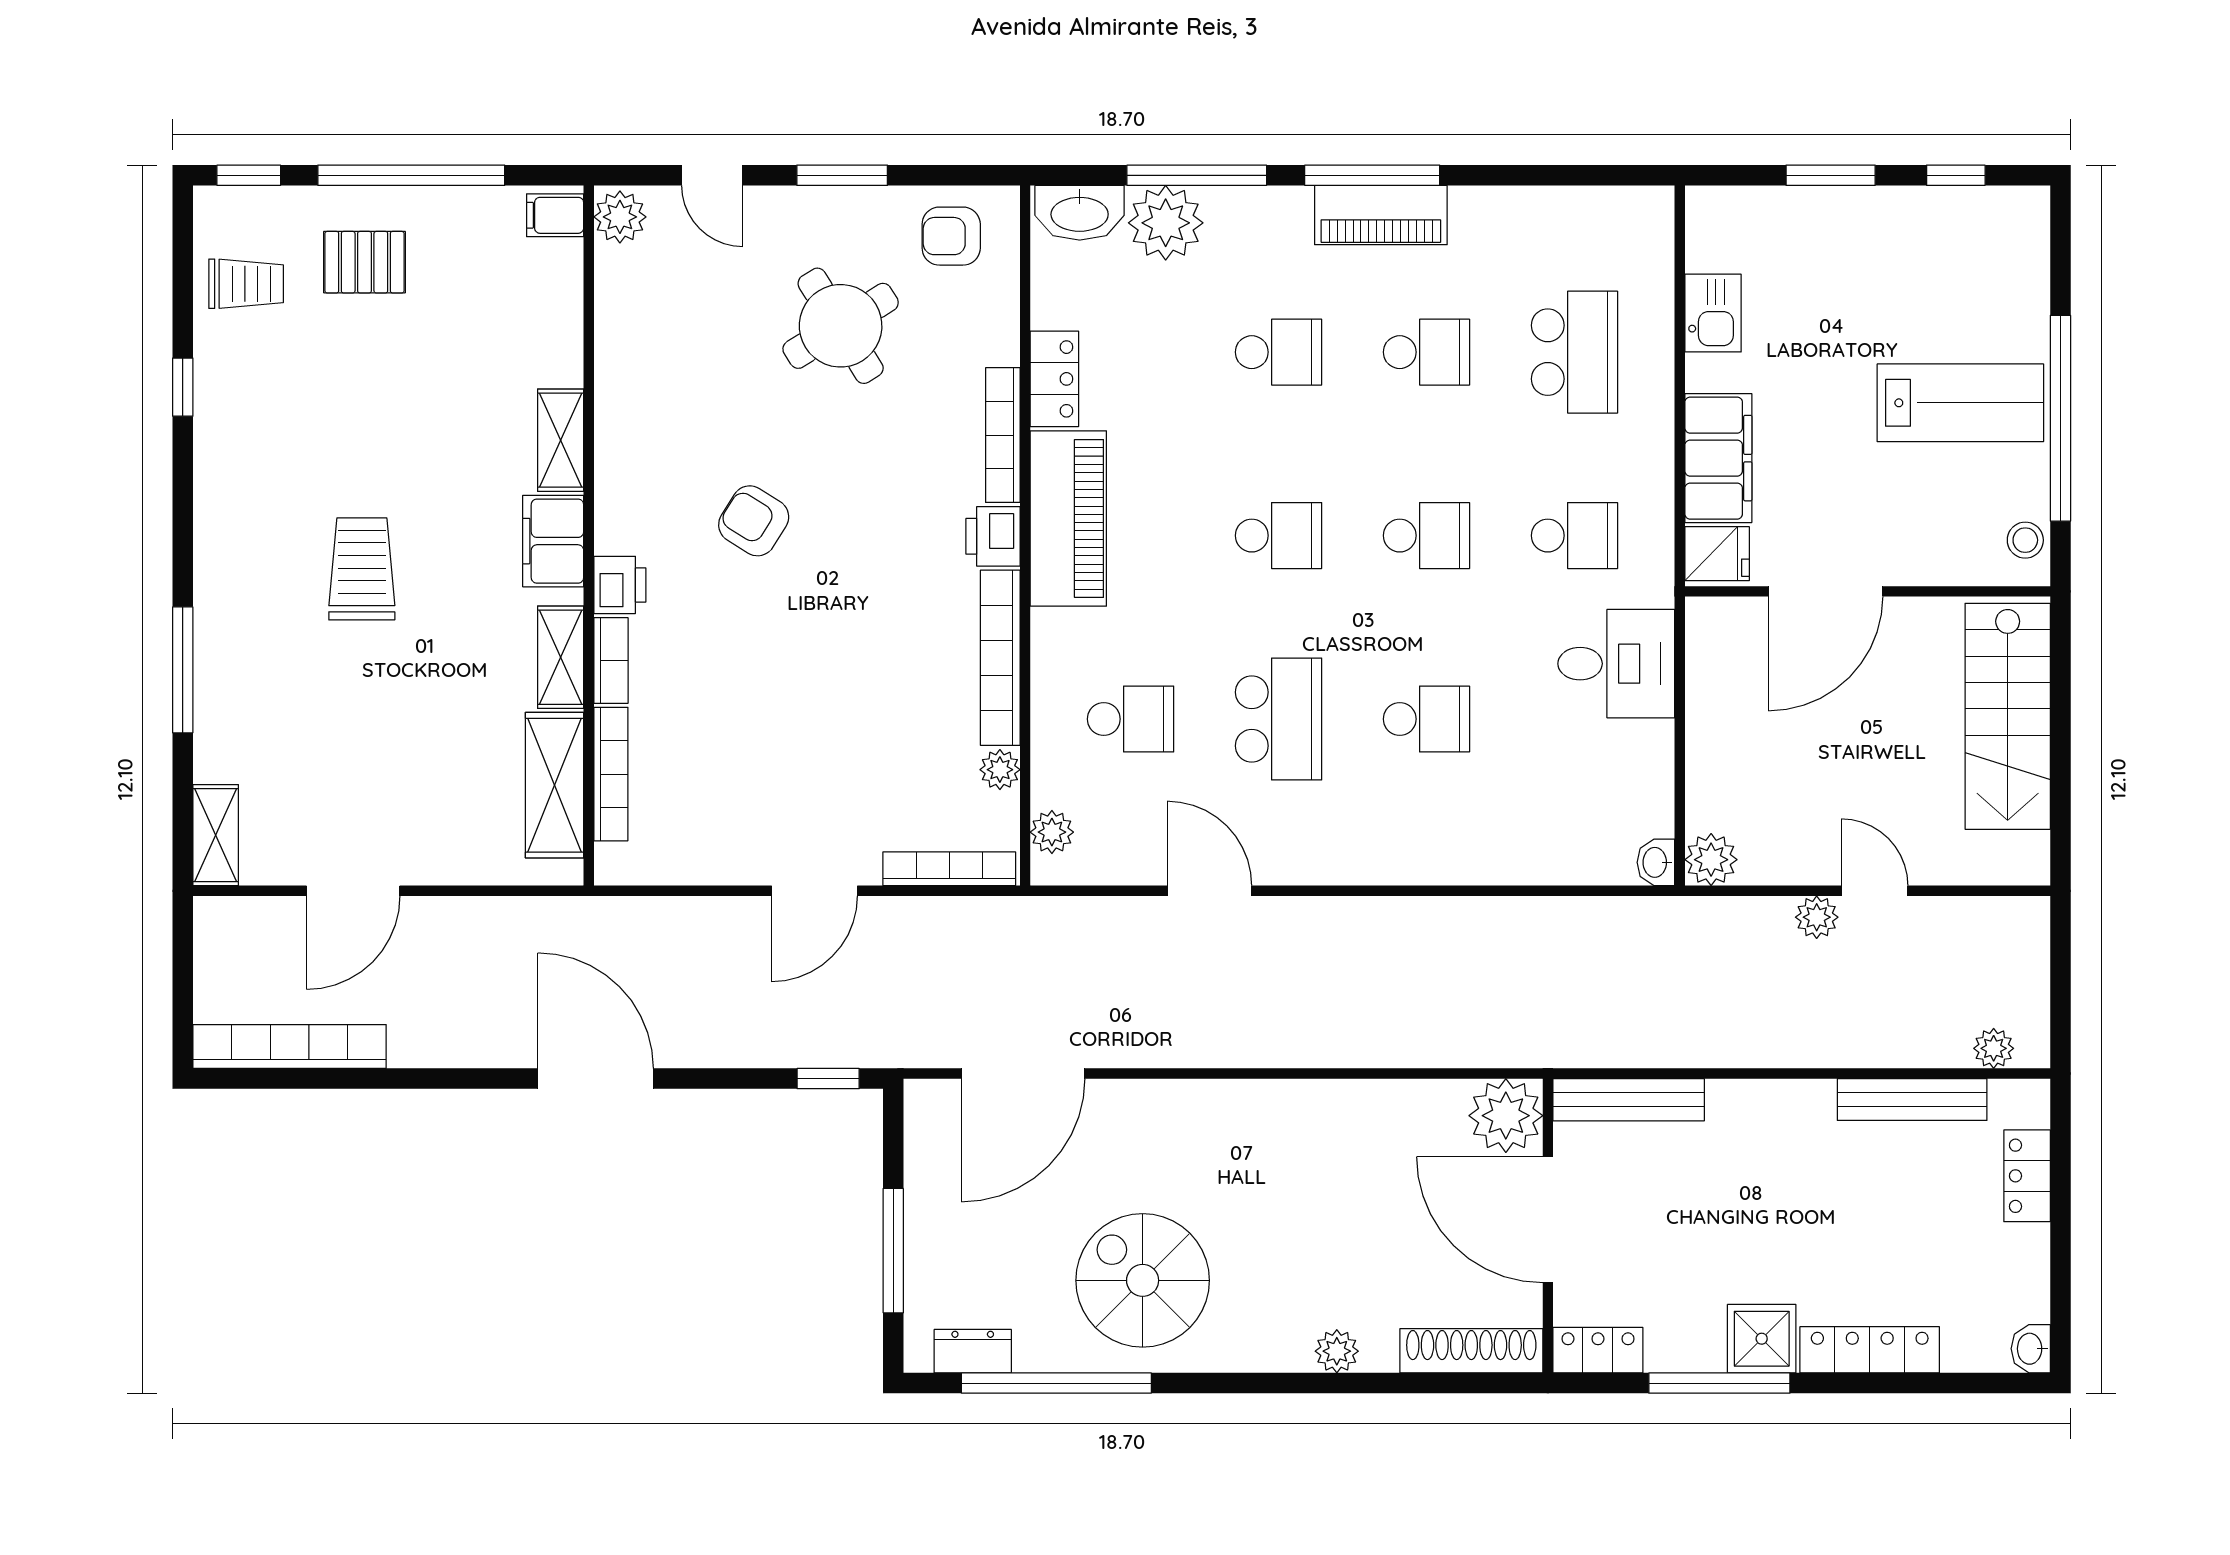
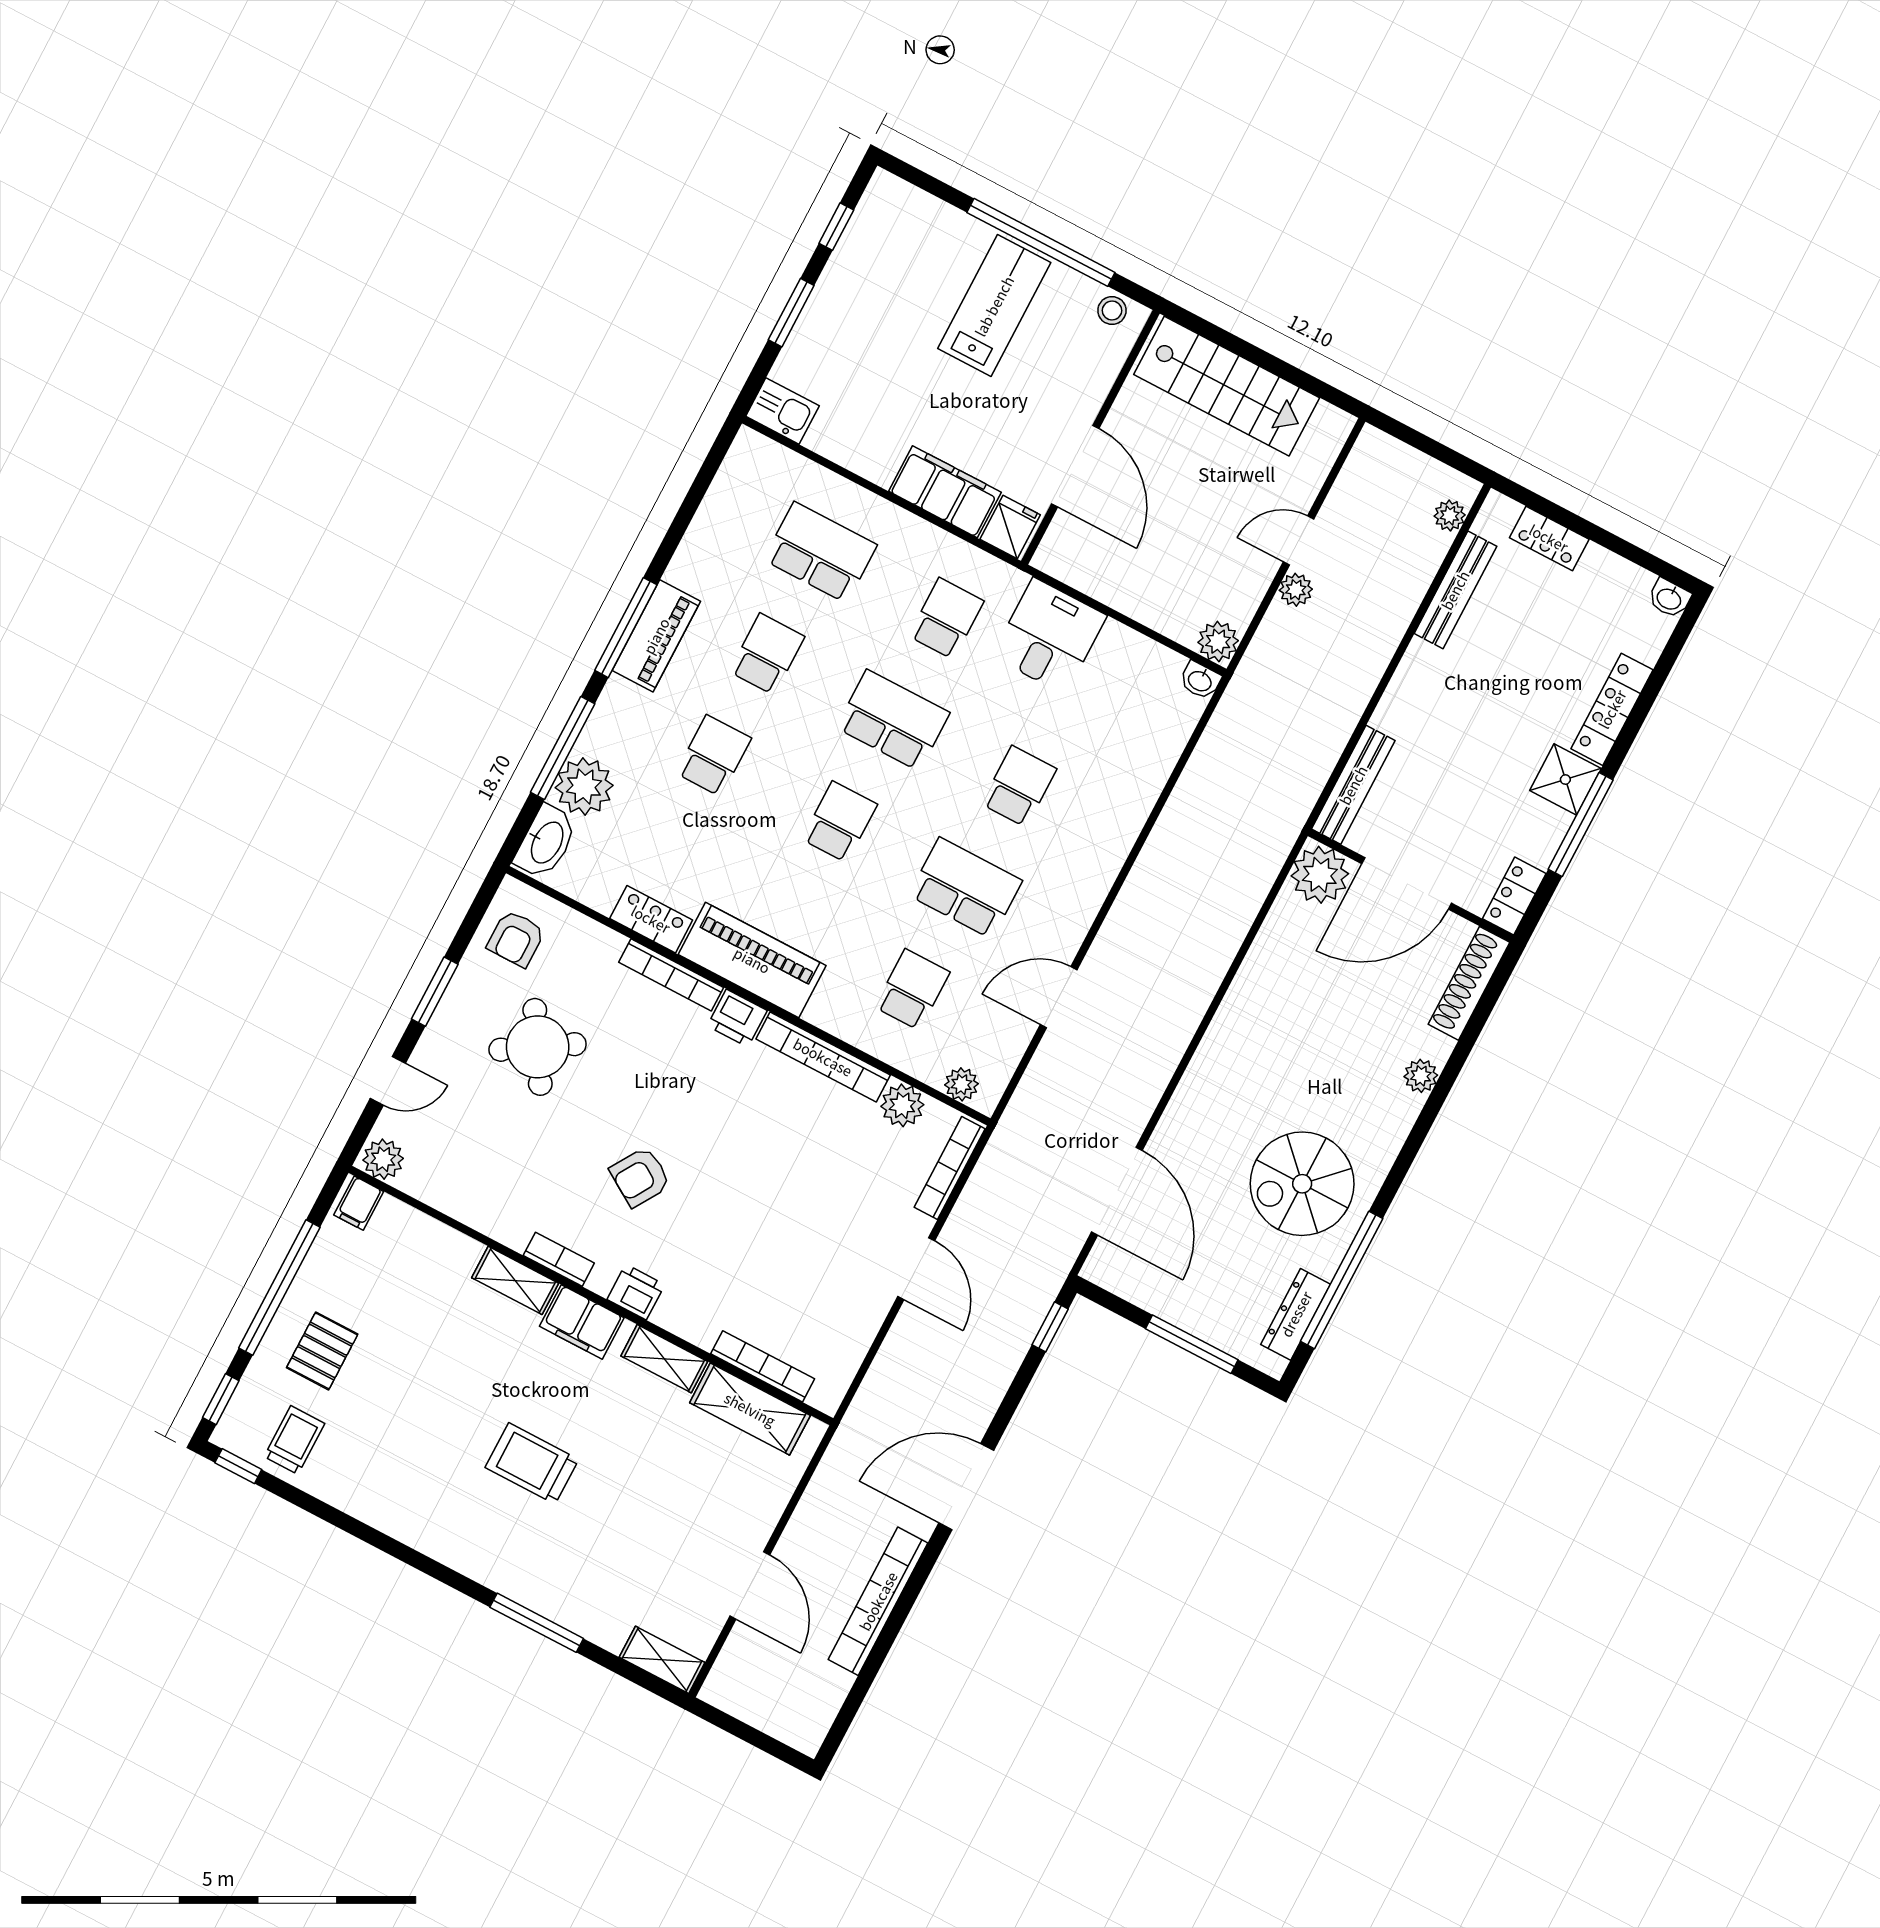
kitchen sink: (1713, 313) -> (782, 411), moved
window: (183, 387) -> (238, 1466), moved
school desk: (1426, 536) -> (893, 720), width x1.85
bookcase: (611, 660) -> (559, 1259), moved
plant: (1000, 770) -> (902, 1105), width x1.38, depth x1.38
bookcase: (290, 1046) -> (878, 1601), moved
dresser: (973, 1351) -> (1296, 1314), width x1.44

